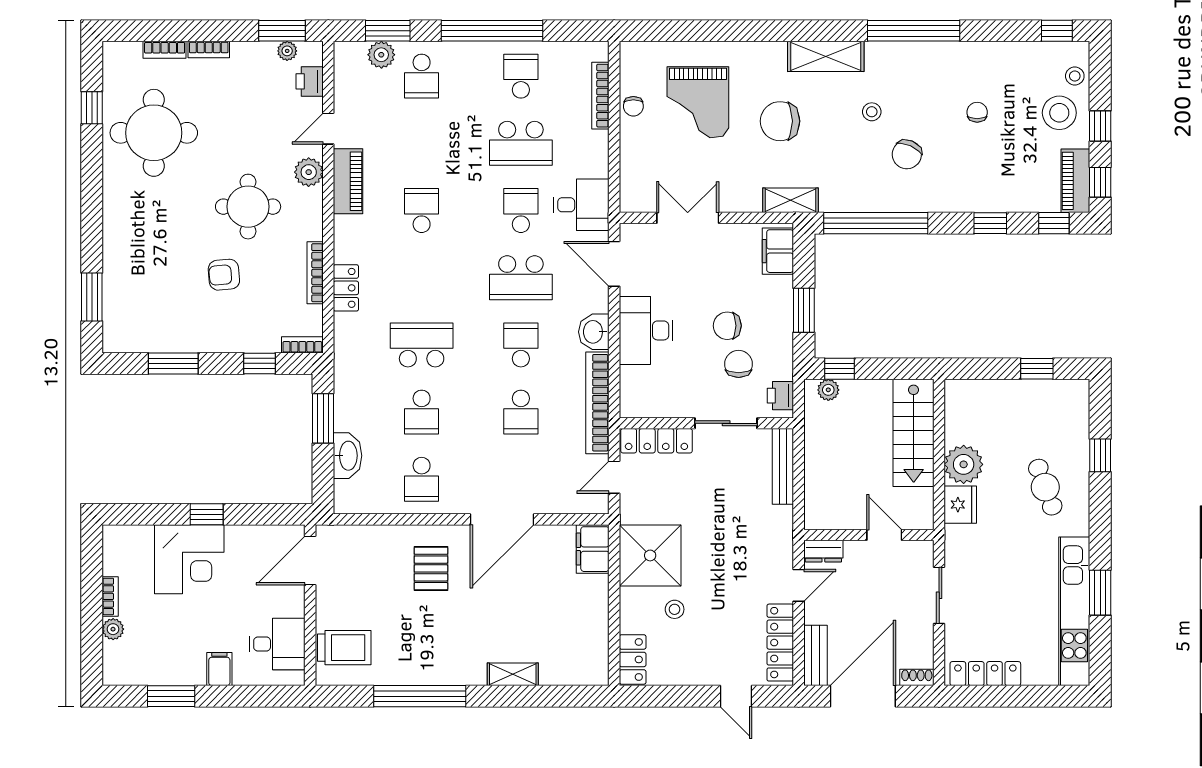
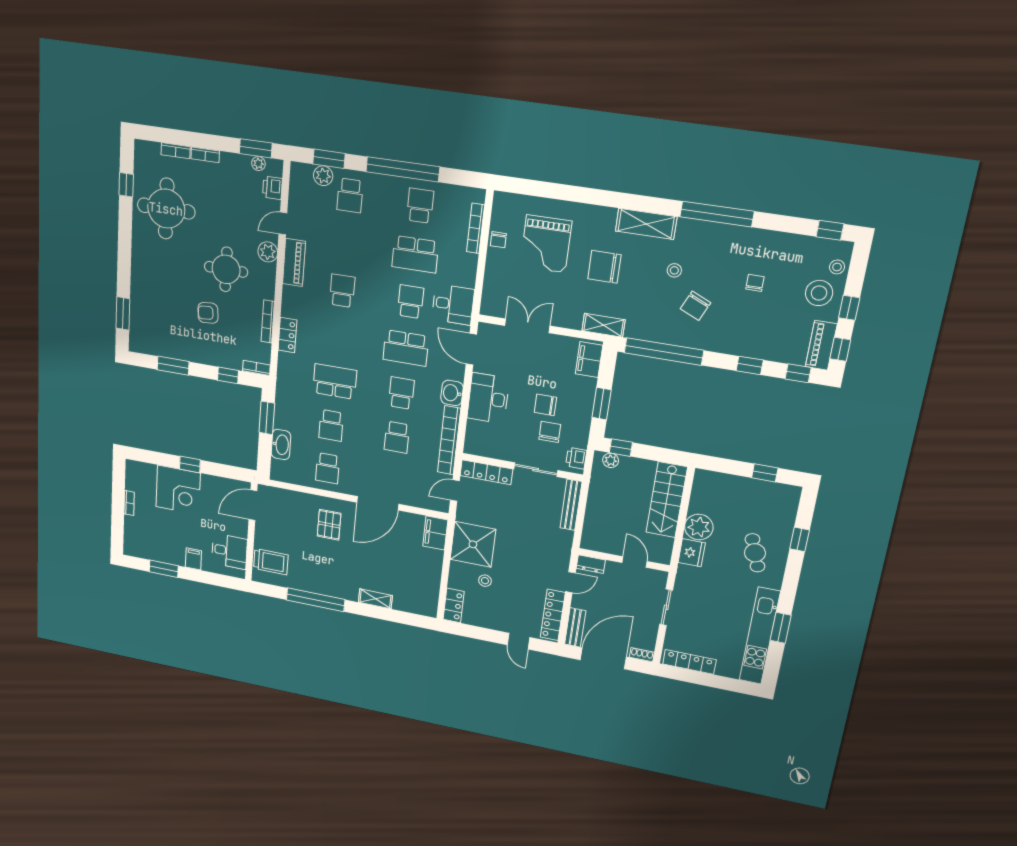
plant: (113, 629) -> (130, 523), removed

